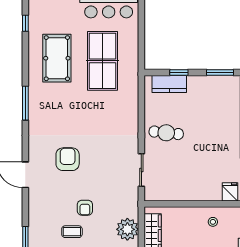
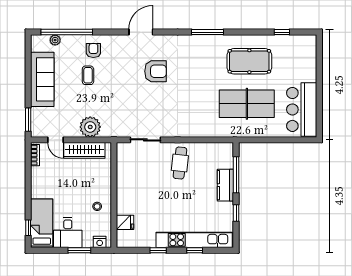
window: (179, 73) -> (236, 175), width x2.17
window: (220, 73) -> (236, 213), width x0.67
kitchen counter: (169, 84) -> (225, 185), moved
armchair: (85, 208) -> (93, 50), moved, turned 90

